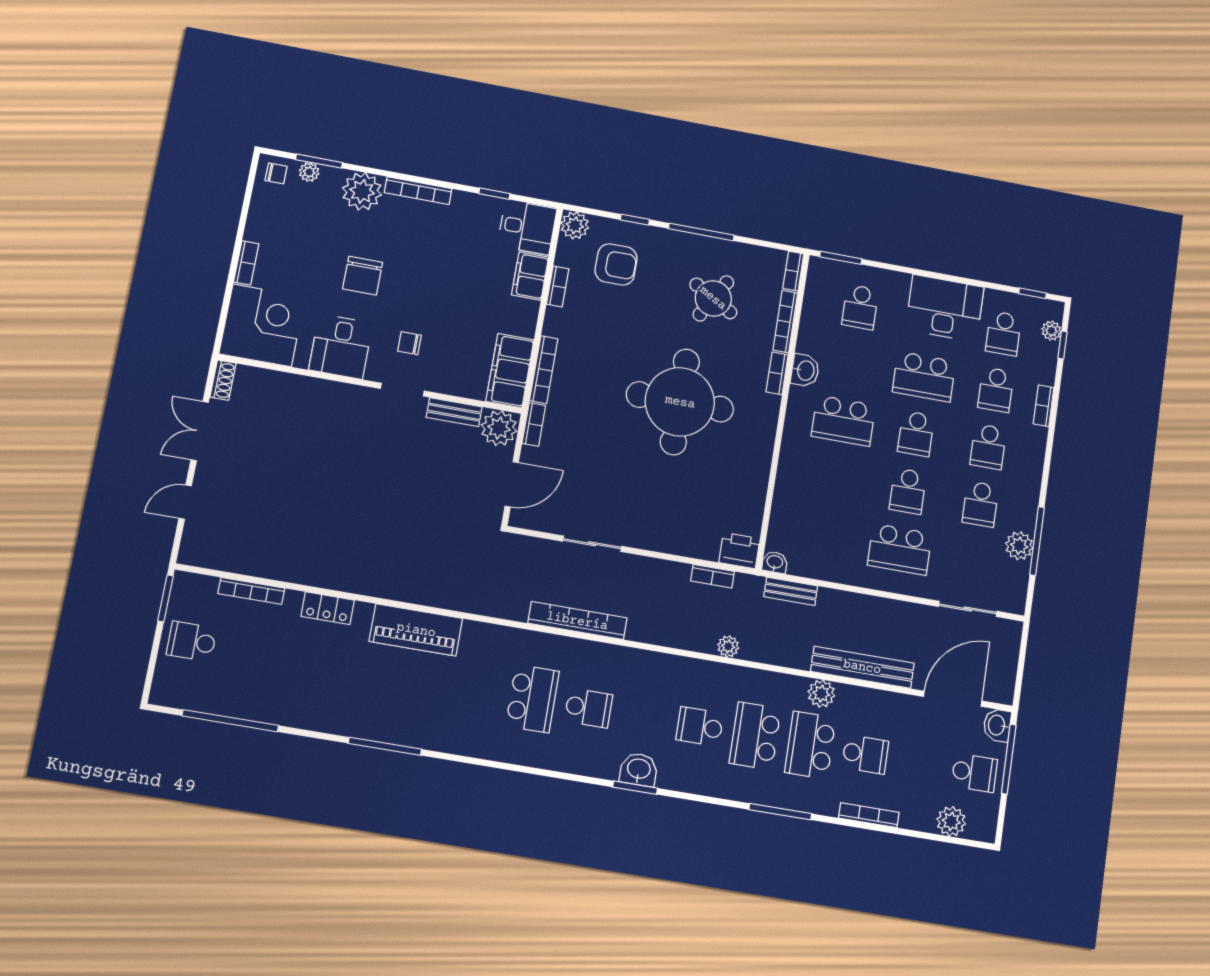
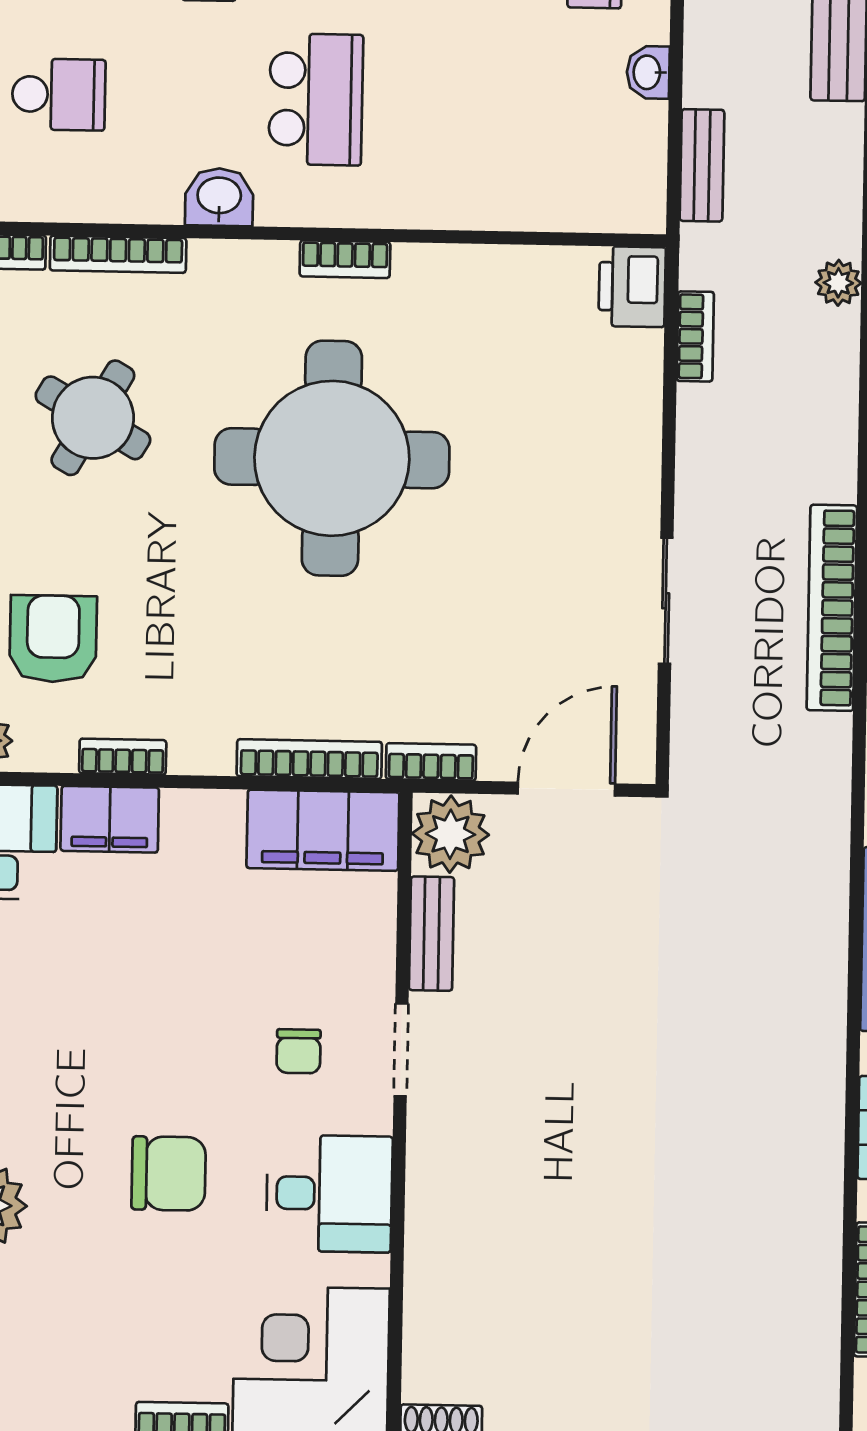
bookcase: (777, 373) -> (345, 259), moved
door: (512, 484) -> (566, 789), hinge flipped
washbasin: (775, 562) -> (648, 72), moved

